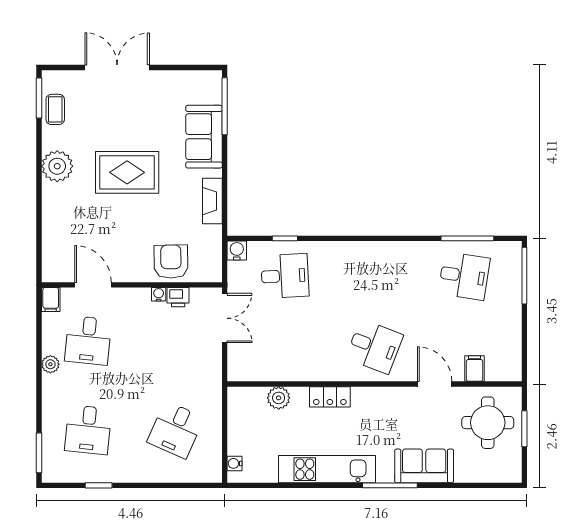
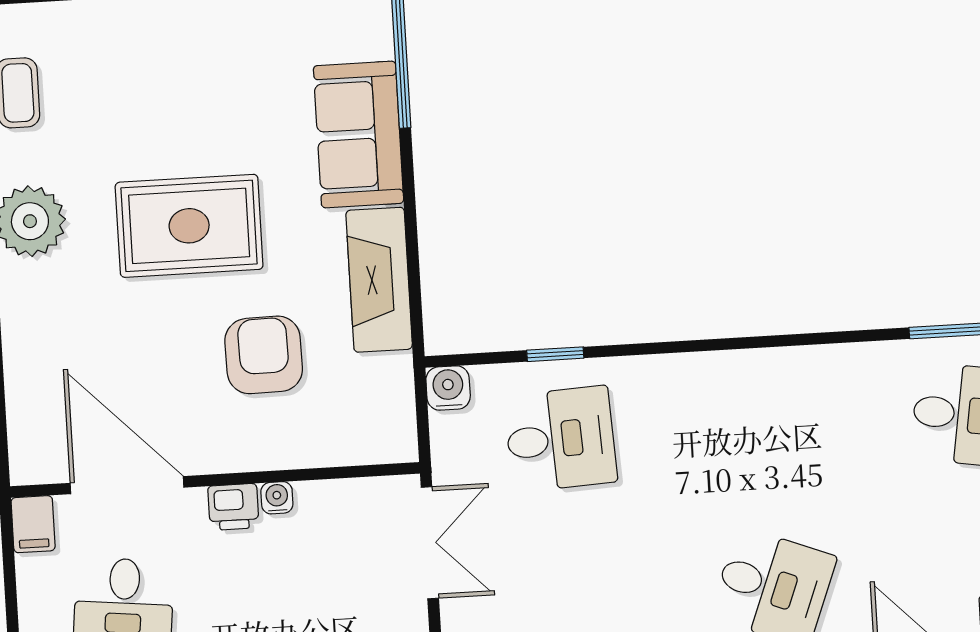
fireplace: (212, 201) -> (379, 280), width x1.37, depth x1.32
armchair: (171, 262) -> (264, 355), moved
door: (93, 285) -> (127, 485), width x1.36
printer: (178, 297) -> (233, 507), moved

